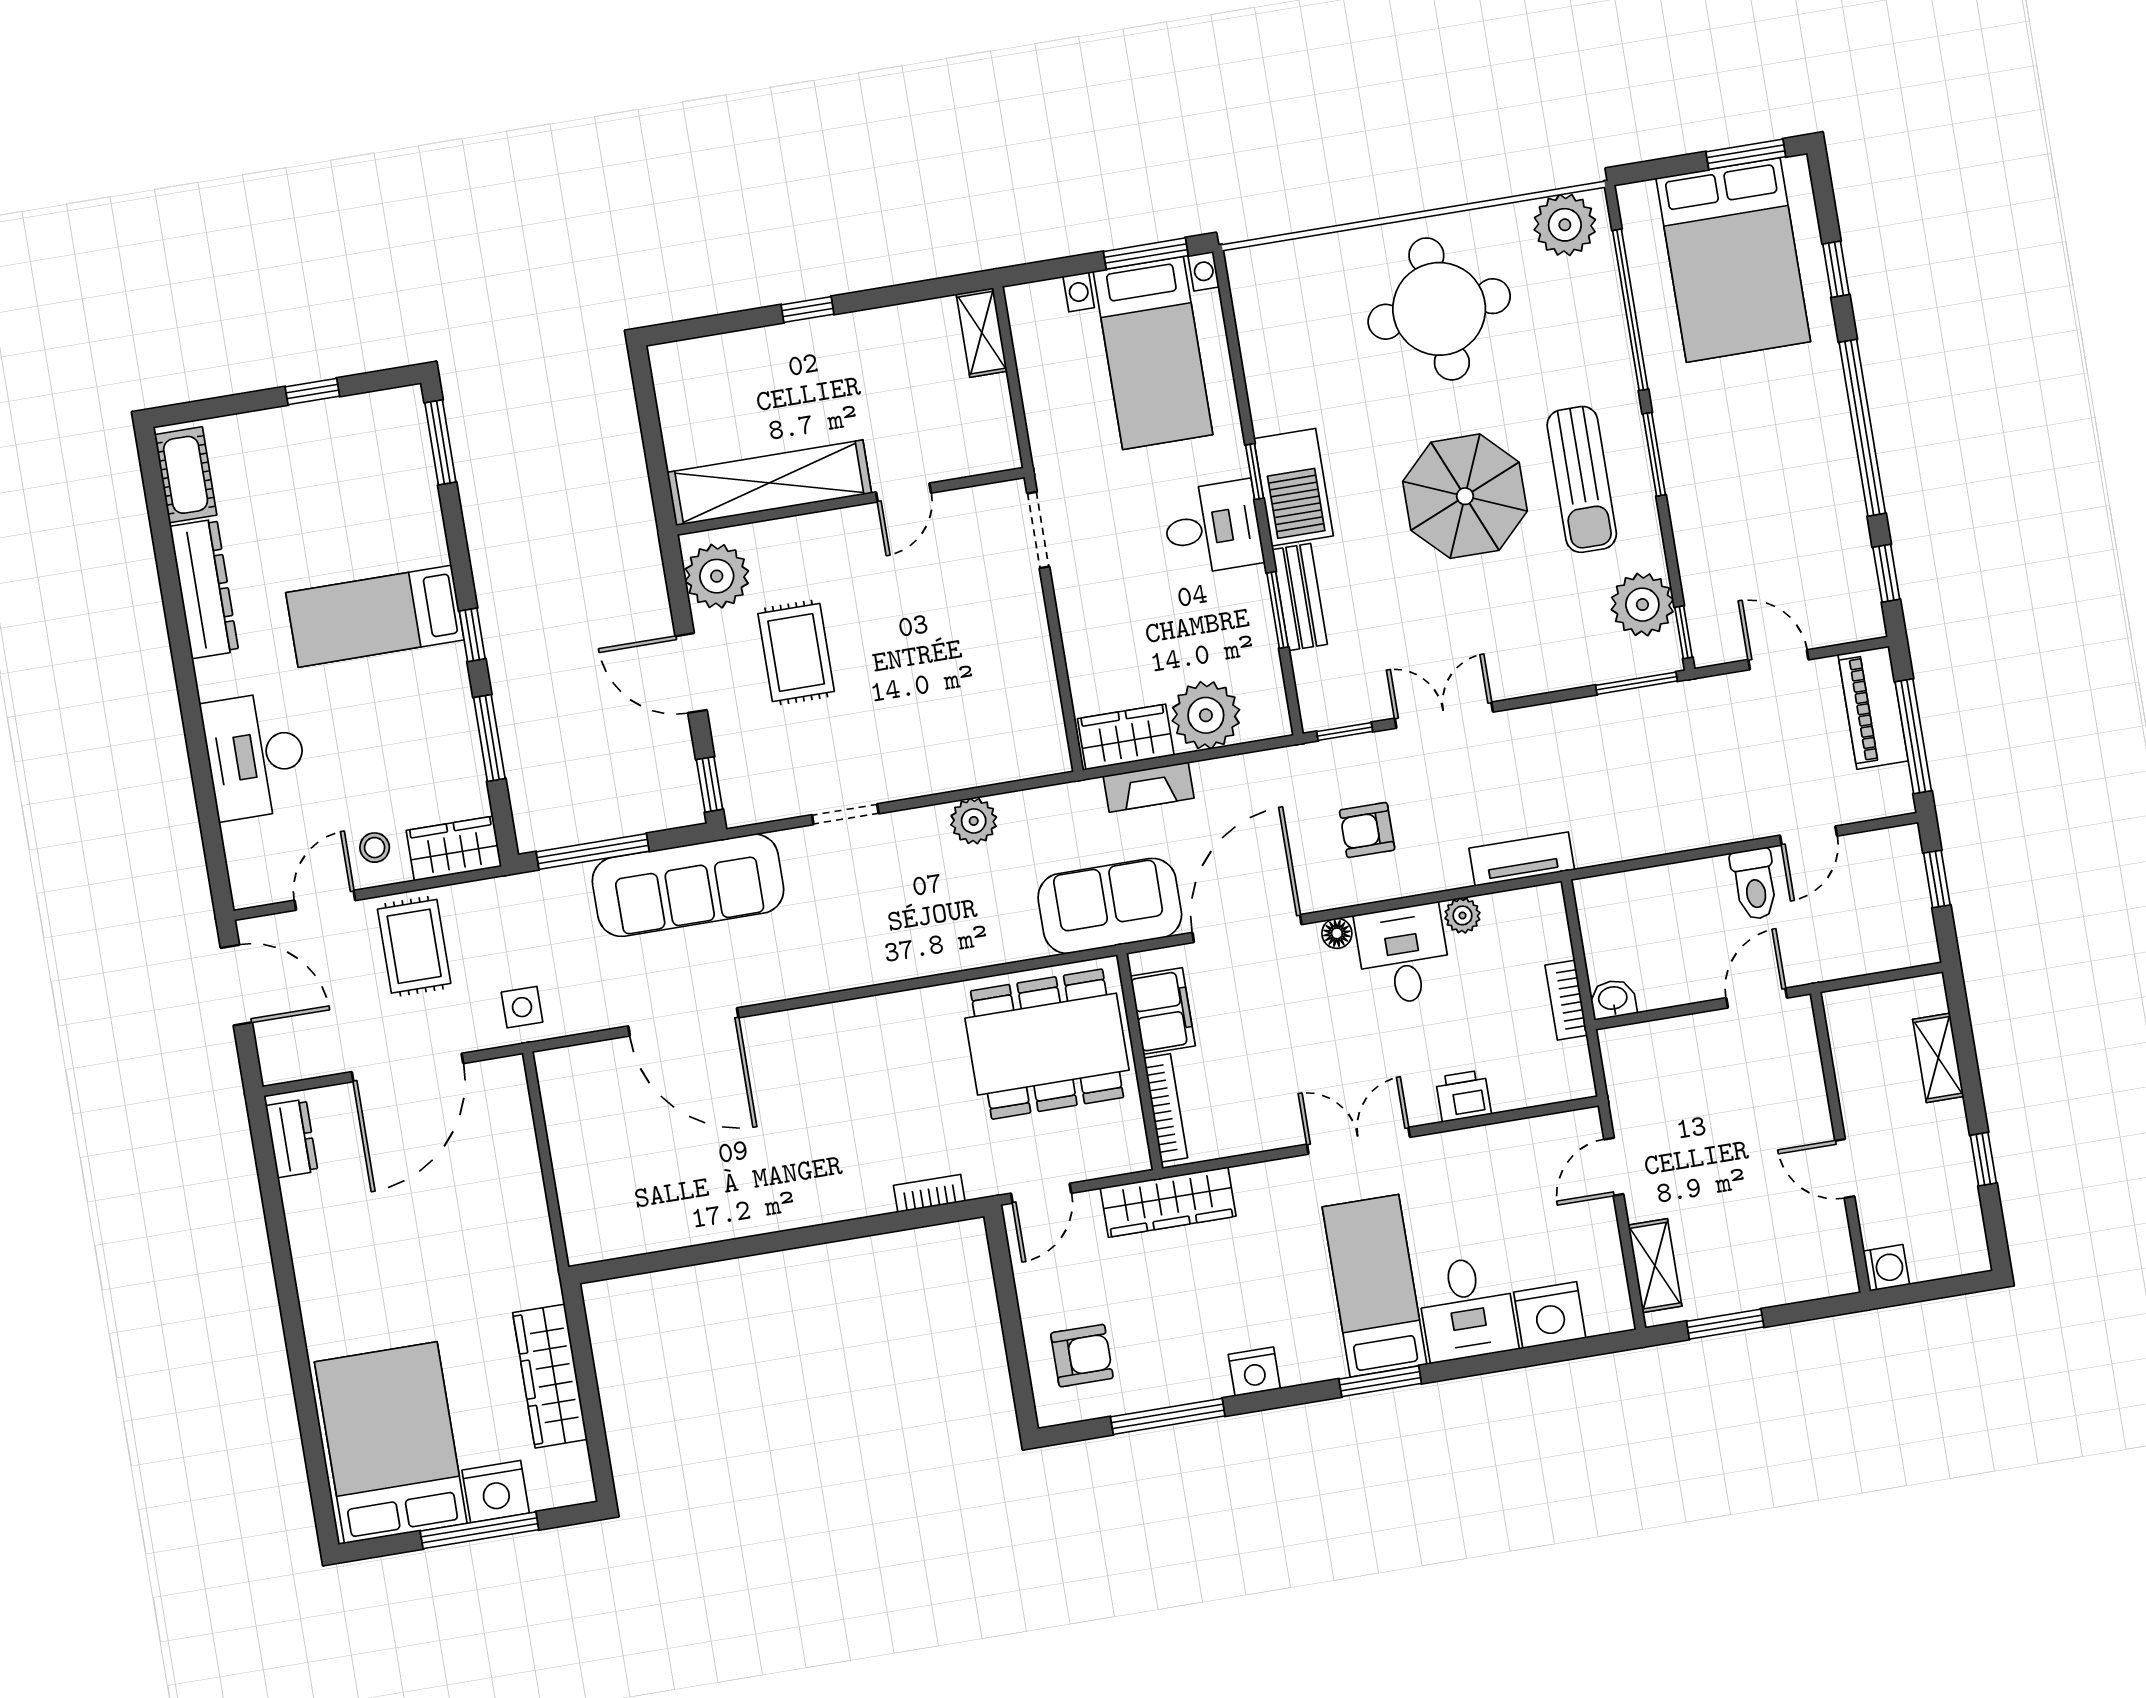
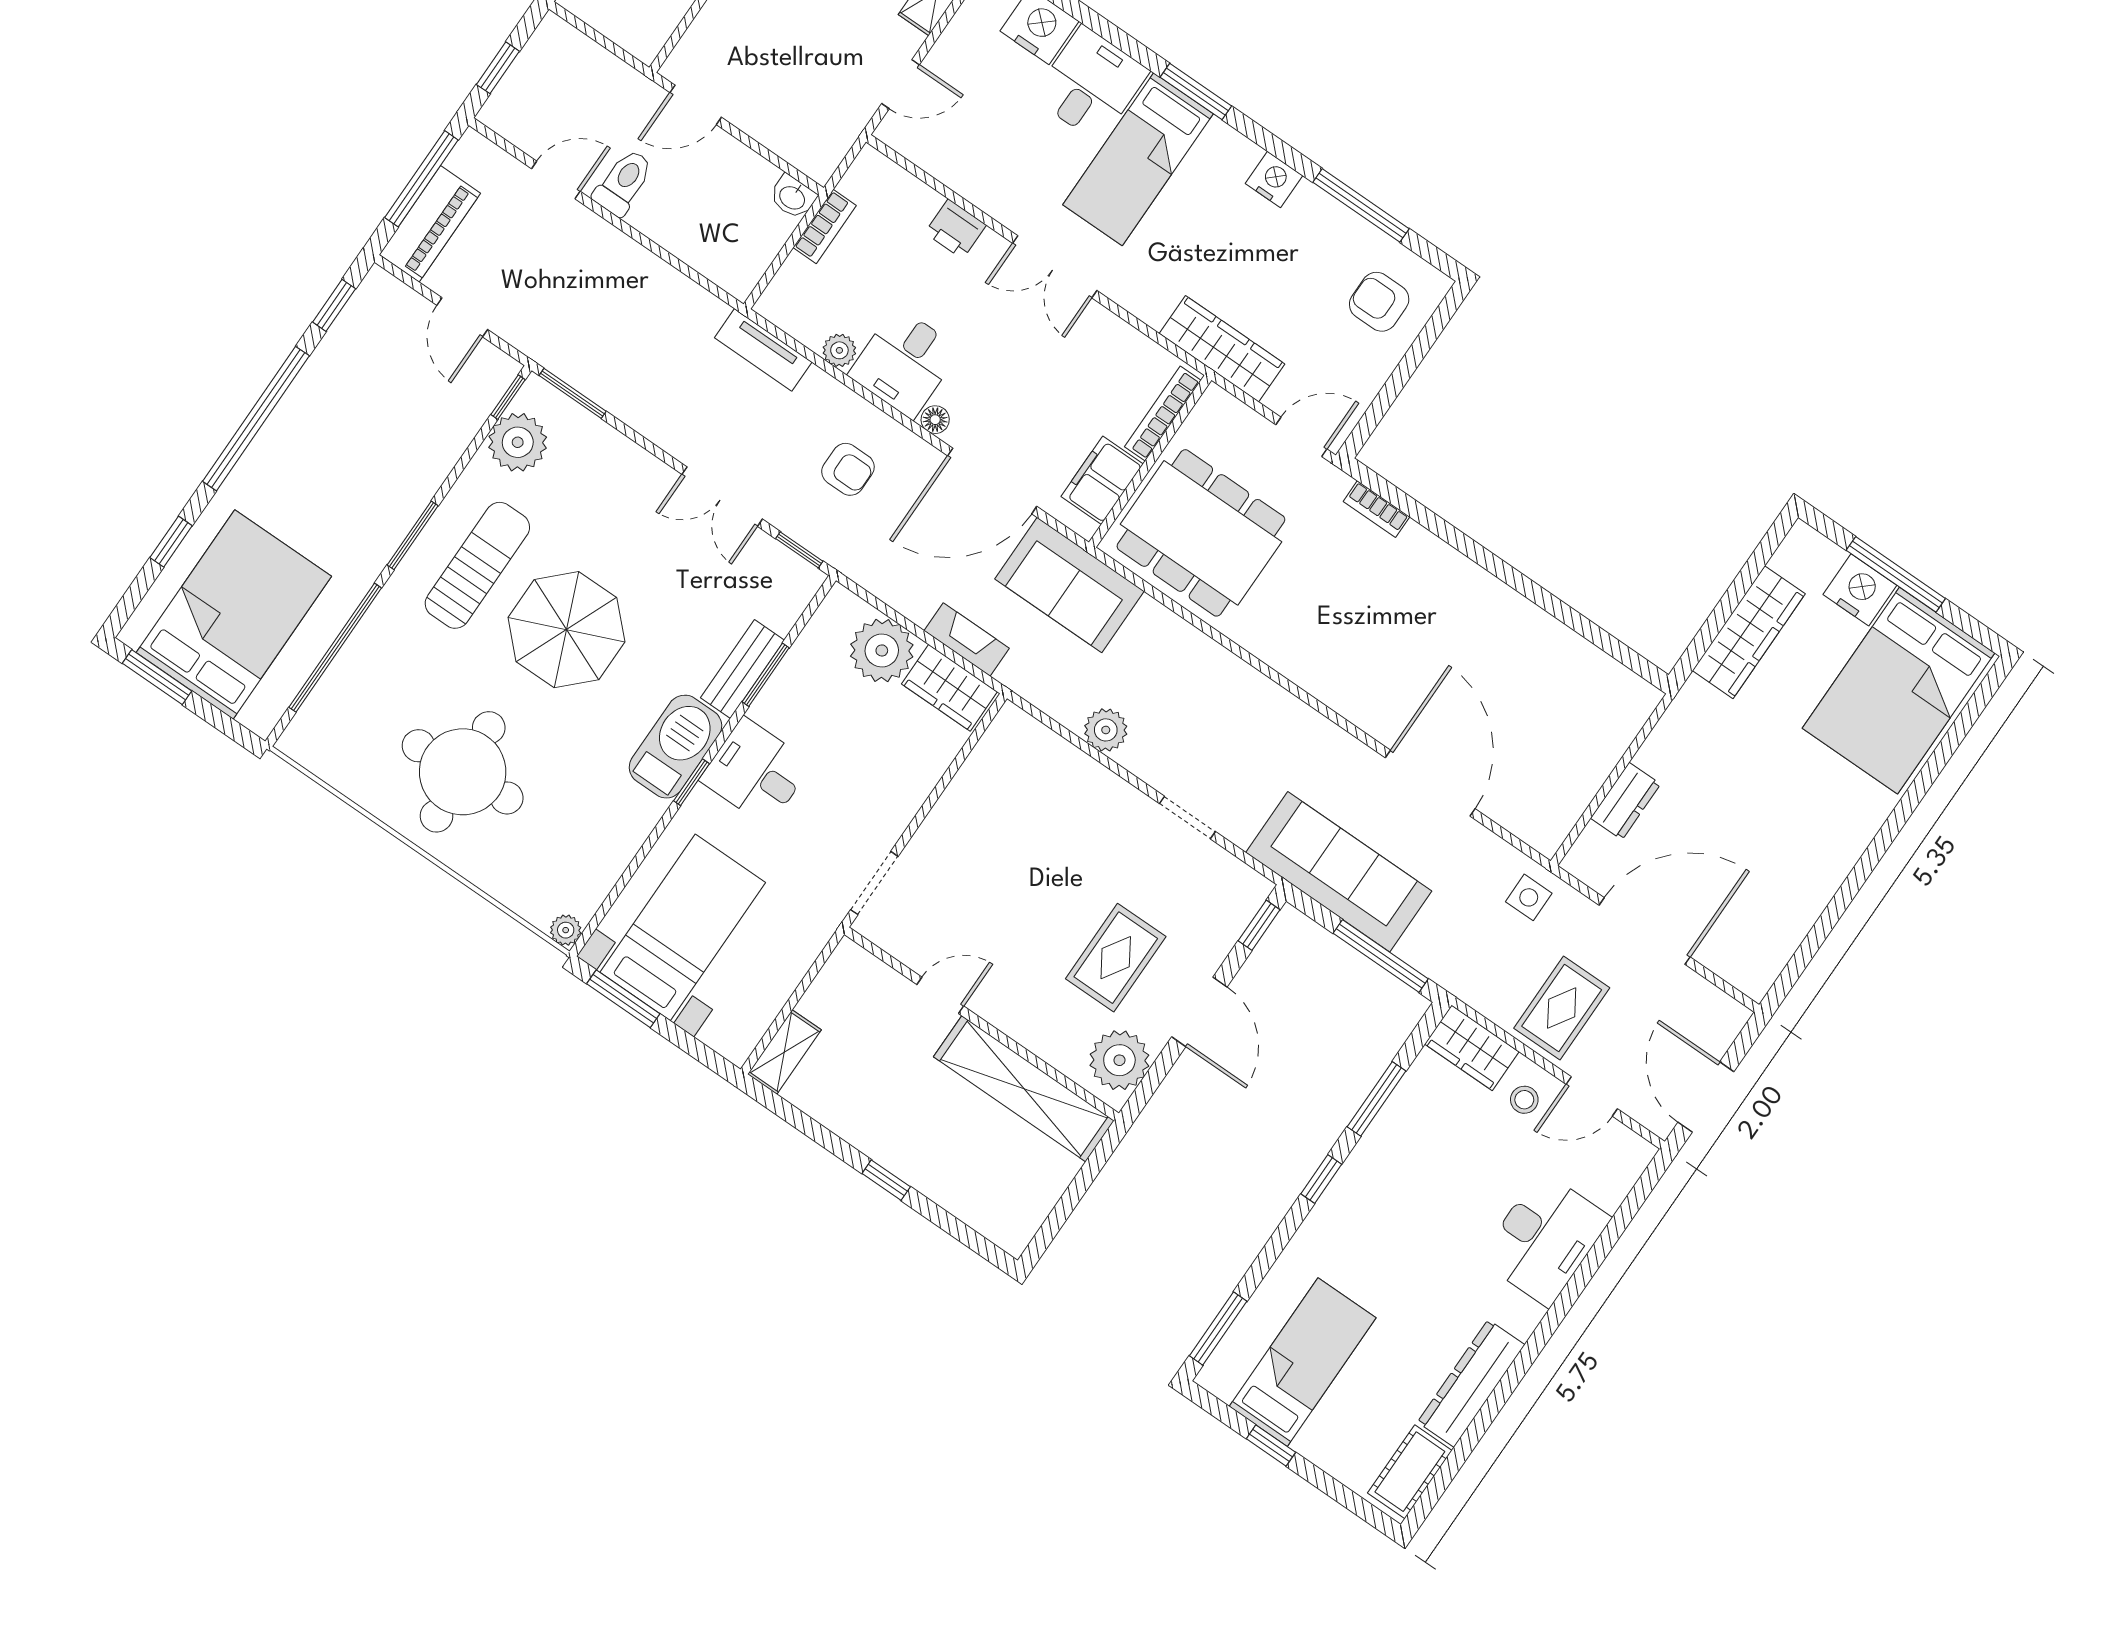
plant: (1565, 225) -> (566, 930), moved, width x0.53, depth x0.53
bed: (375, 616) -> (1303, 1362), moved, turned -90
dresser: (292, 1138) -> (1626, 801), moved, turned 180

